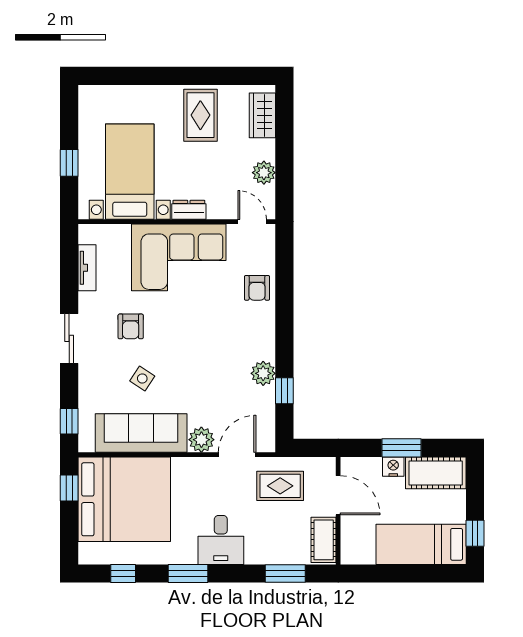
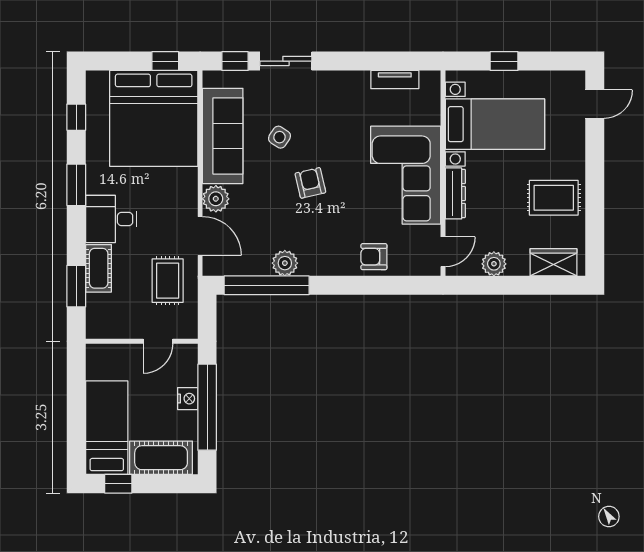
door: (111, 76) -> (595, 104), added
dresser: (189, 210) -> (455, 193), width x1.44
armchair: (131, 326) -> (310, 183), moved, turned 77
sliding door: (69, 338) -> (286, 61), moved
window: (284, 391) -> (267, 285), width x3.17
window: (401, 448) -> (207, 407), width x2.11
cot: (436, 473) -> (161, 458), moved, turned 90
door: (338, 495) -> (158, 341), width x0.73
cot: (324, 540) -> (99, 268), moved, turned 90

